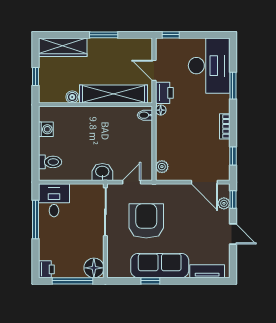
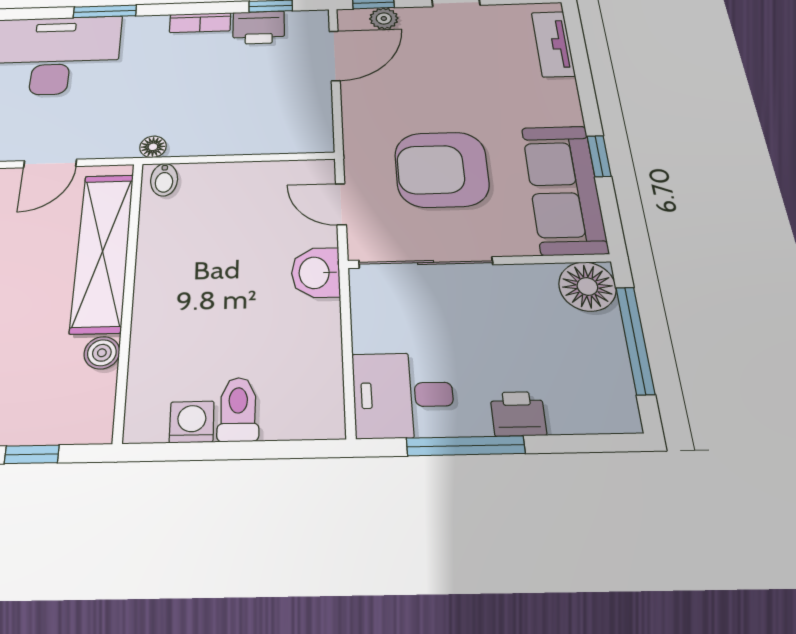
printer: (164, 93) -> (259, 27), moved, turned 180
toilet: (50, 162) -> (238, 409), moved
plant: (162, 167) -> (298, 140), removed
sofa: (160, 266) -> (564, 189), moved
printer: (46, 269) -> (518, 414), moved

